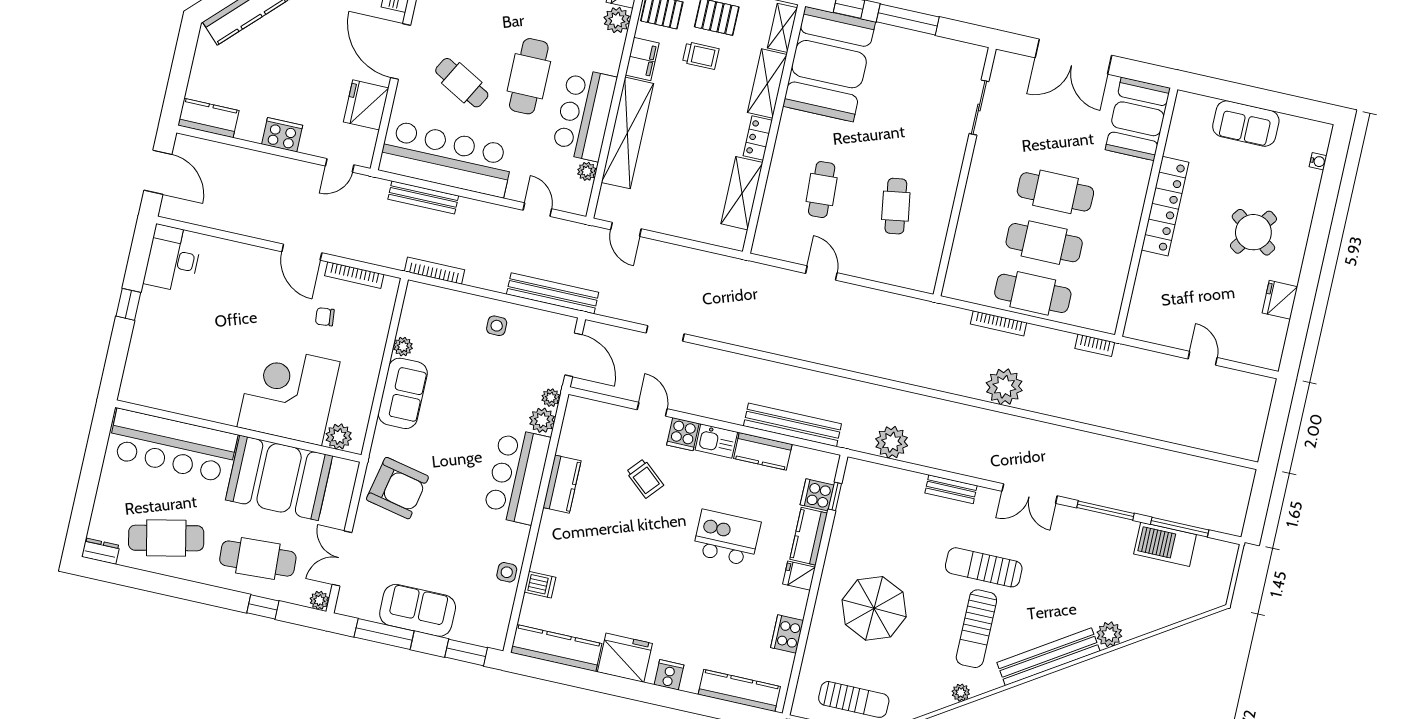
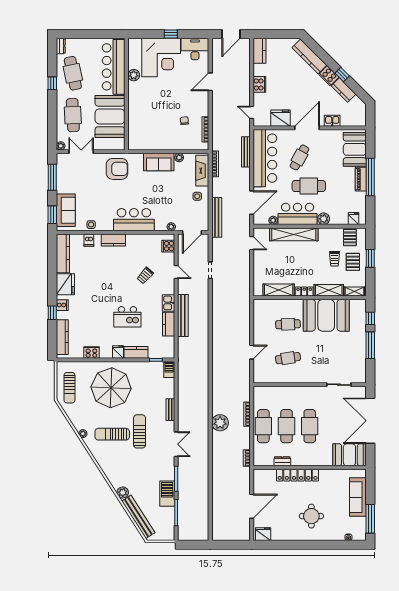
plant: (617, 20) -> (324, 219), moved
double door: (1073, 57) -> (370, 421), width x1.36
filing cabinet: (642, 59) -> (327, 234), removed
booth: (829, 64) -> (326, 315), moved
window: (1288, 105) -> (370, 519), added
sofa: (1246, 124) -> (358, 497), width x1.36
locker: (1165, 206) -> (298, 475), moved
door: (537, 210) -> (252, 203), width x1.88
door: (626, 229) -> (252, 243), swing flipped
round table: (1253, 232) -> (311, 516), turned -36
door: (302, 252) -> (210, 82), moved
dresser: (1119, 269) -> (282, 461), added
door: (821, 273) -> (252, 352), moved
fridge: (1280, 300) -> (263, 534), moved
fireplace: (443, 302) -> (202, 171), added
door: (1203, 358) -> (252, 506), width x1.87
corner desk: (289, 394) -> (161, 57), moved, turned 90
door: (652, 409) -> (176, 272), hinge flipped
plant: (542, 420) -> (161, 225), removed
bench: (792, 425) -> (183, 316), moved
cooker: (683, 434) -> (168, 246), moved
plant: (339, 437) -> (134, 75), moved
plant: (892, 442) -> (185, 379), removed
barbecue: (864, 472) -> (169, 370), added
kitchen counter: (562, 484) -> (113, 240), moved
armchair: (397, 488) -> (117, 169), turned -102
double door: (1030, 494) -> (176, 444), swing flipped
cooker: (817, 495) -> (155, 352), removed
kitchen island: (727, 538) -> (127, 317), turned 90
barbecue: (1165, 544) -> (167, 494), moved
window: (263, 607) -> (52, 83), moved
parasol: (874, 608) -> (111, 388), width x1.36, depth x1.36
sofa: (418, 610) -> (66, 210), moved
bench: (1048, 657) -> (138, 517), moved
window: (681, 700) -> (52, 313), added

